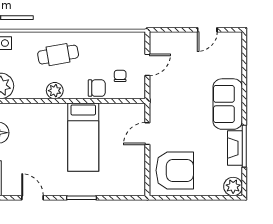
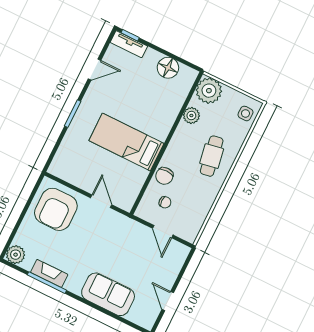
plant: (55, 91) -> (191, 116), moved
sofa: (228, 104) -> (108, 294), moved

